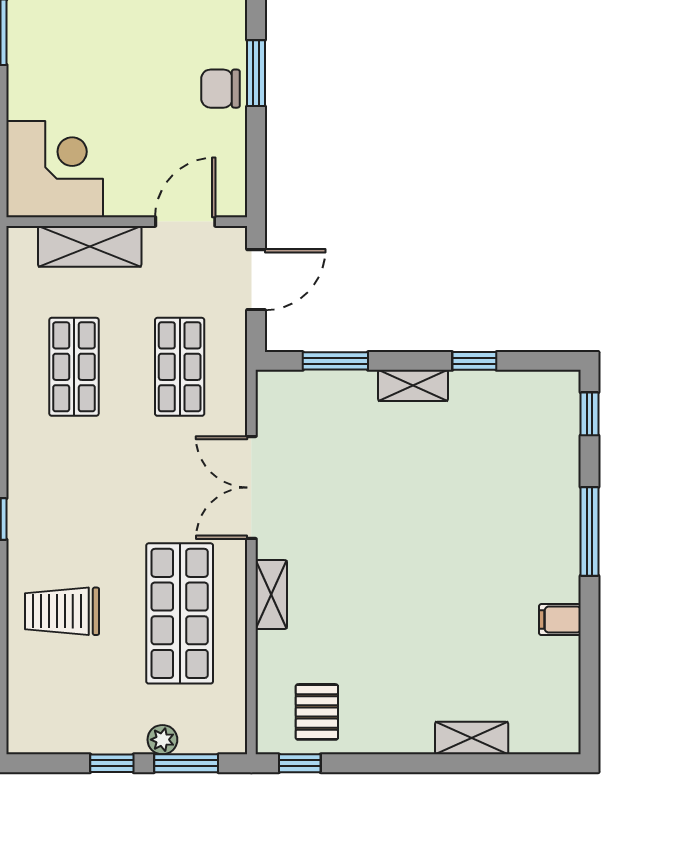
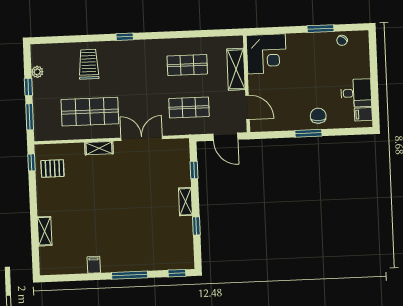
chair: (220, 89) -> (318, 116), moved
window: (335, 361) -> (194, 170), width x0.67
plant: (162, 740) -> (37, 72), moved

